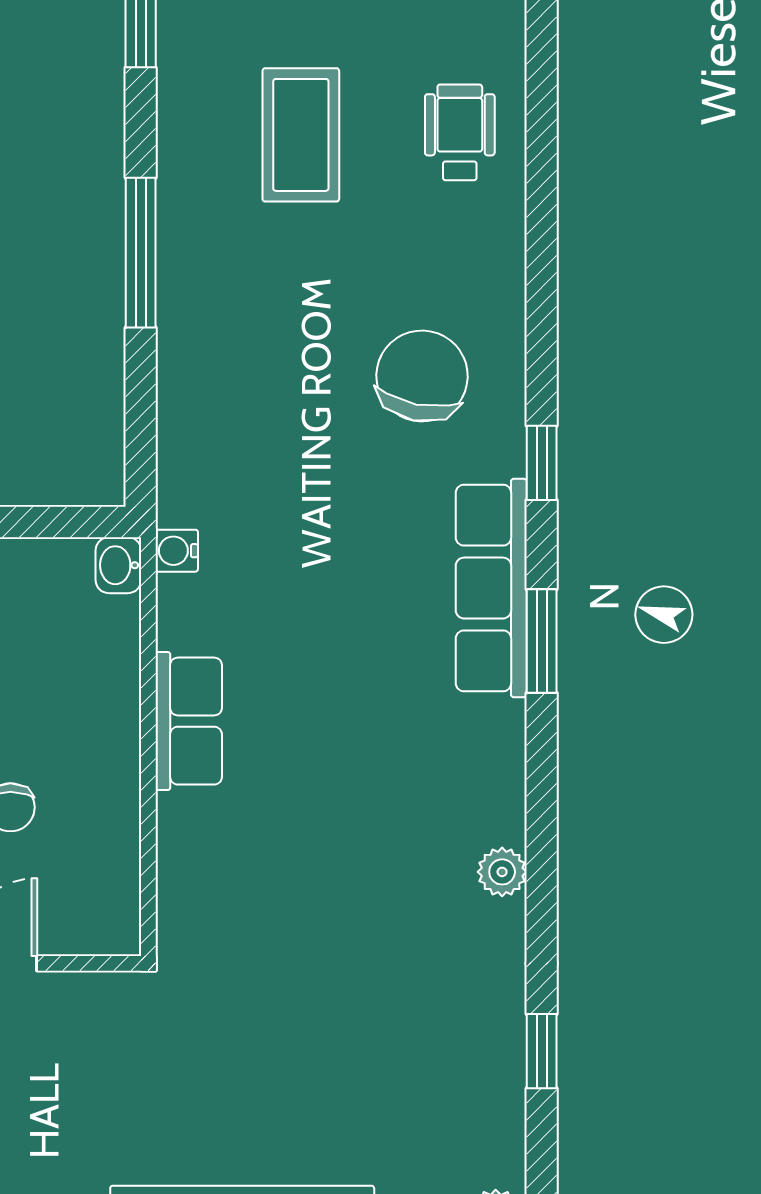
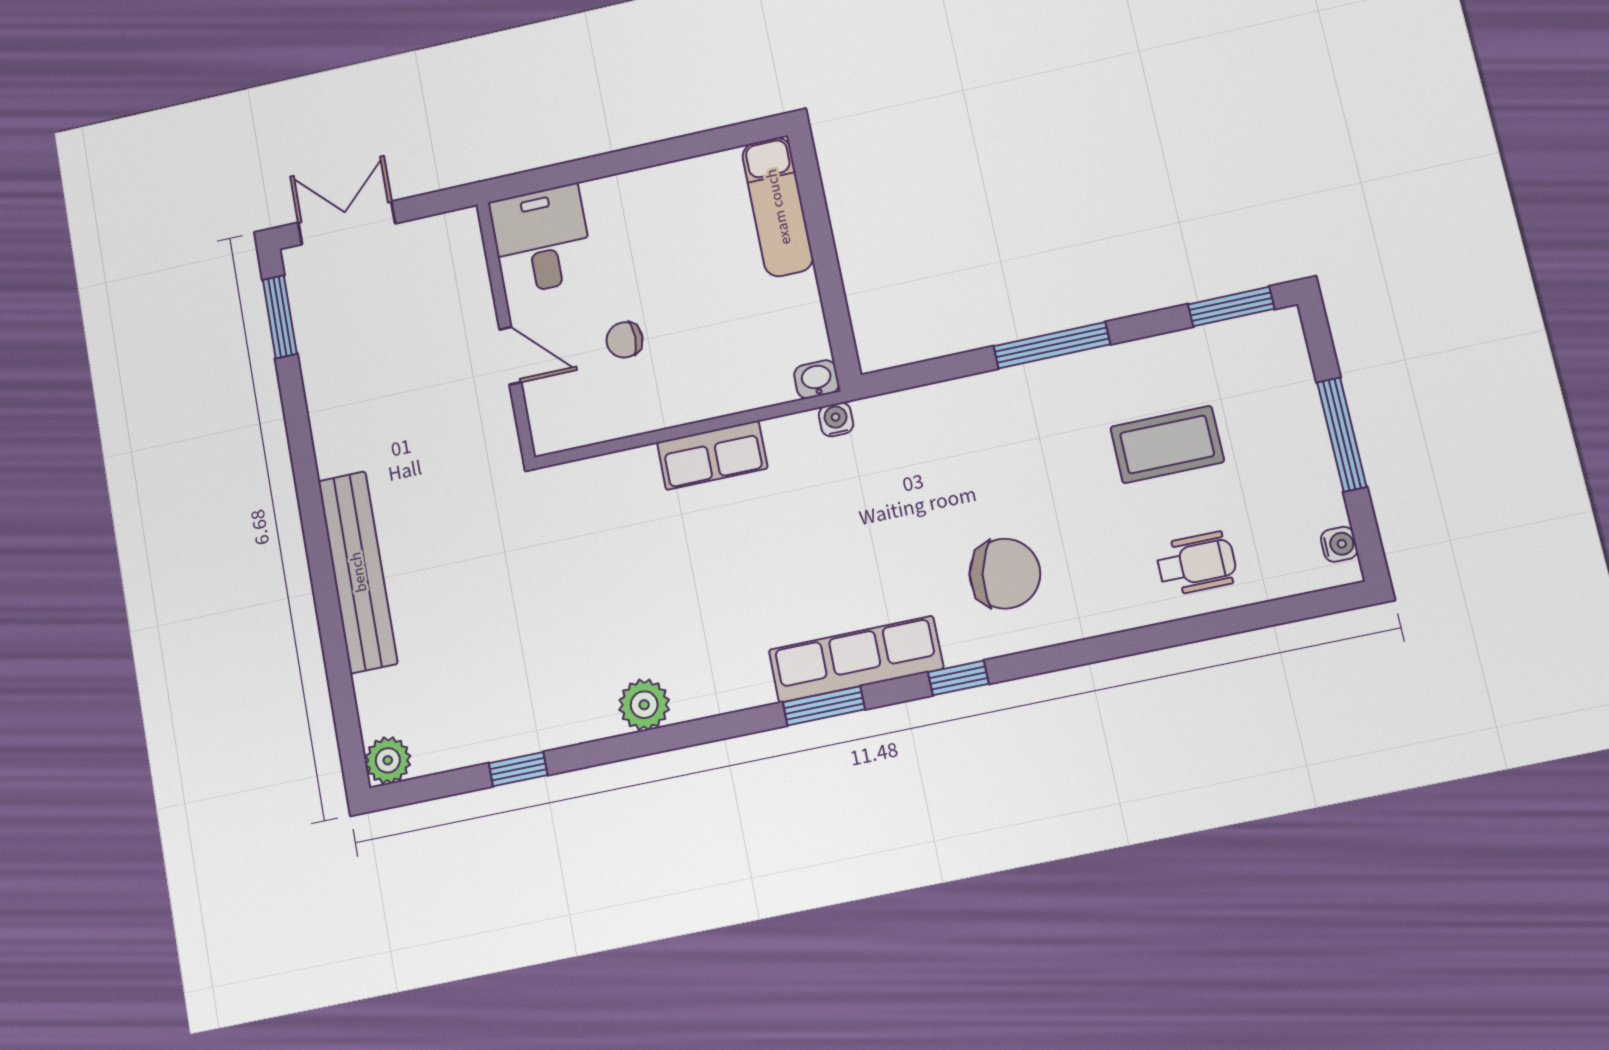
plant: (502, 872) -> (644, 705), width x1.38, depth x1.38

